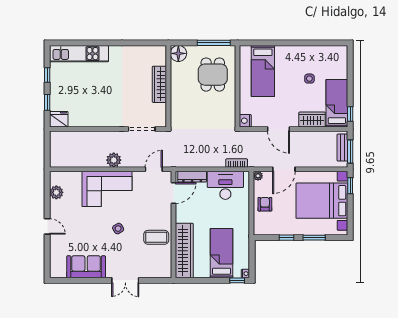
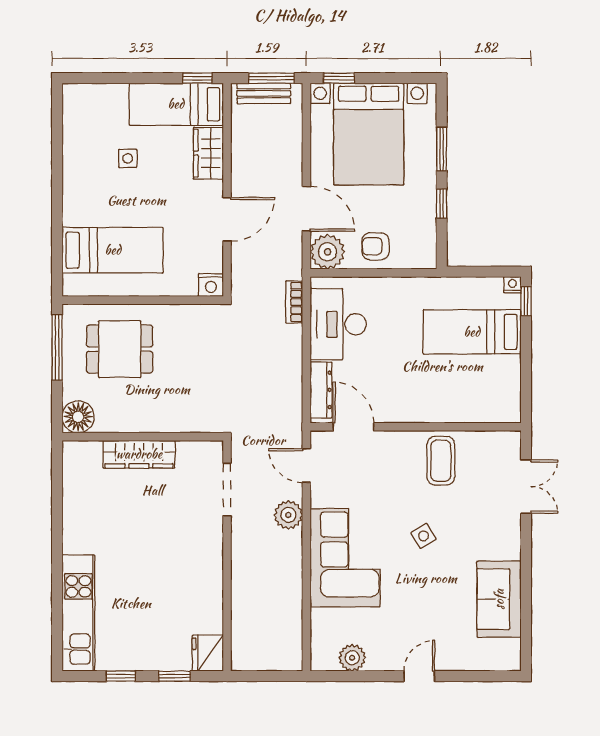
plant: (114, 160) -> (288, 515), moved
plant: (258, 176) -> (328, 252), width x1.87, depth x1.87
wardrobe: (184, 251) -> (467, 406), removed
double door: (125, 280) -> (526, 487), moved

